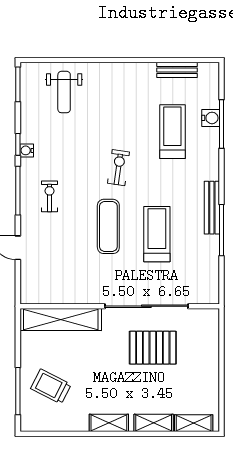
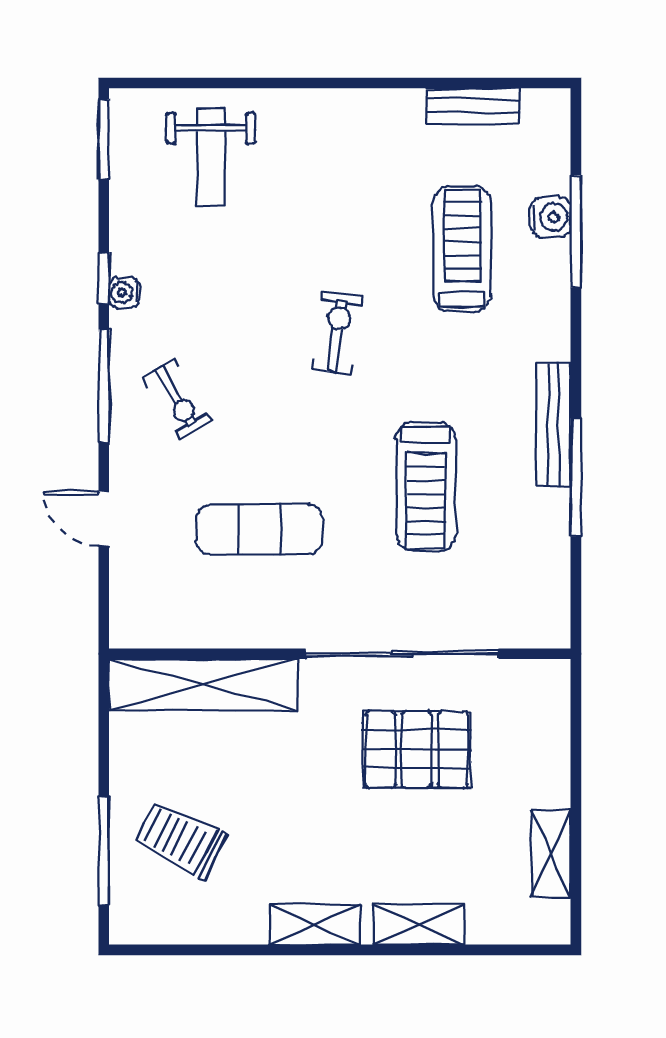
exercise bike: (49, 196) -> (177, 399), turned 149
exercise mat: (108, 226) -> (259, 529), moved, turned 90
treadmill: (157, 234) -> (426, 487), turned 180
shelving: (194, 423) -> (551, 854), moved, turned 90

